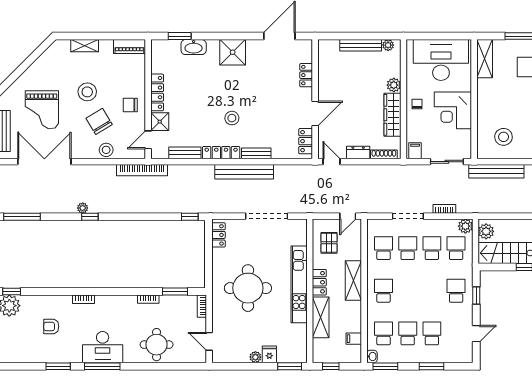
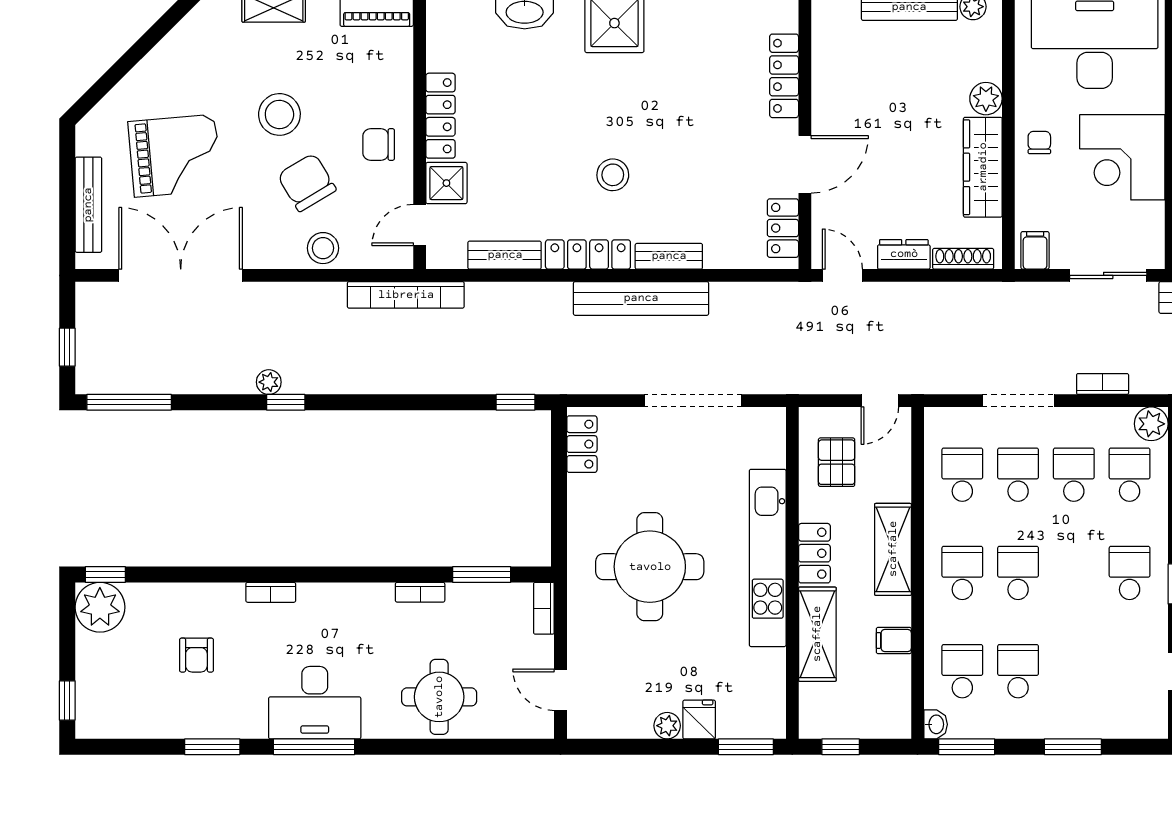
locker: (306, 75) -> (784, 76), width x1.53
grand piano: (42, 110) -> (175, 156), turned -95
armchair: (51, 326) -> (196, 655), turned -90
school desk: (432, 333) -> (1018, 573), moved
filing cabinet: (354, 339) -> (894, 640), moved

